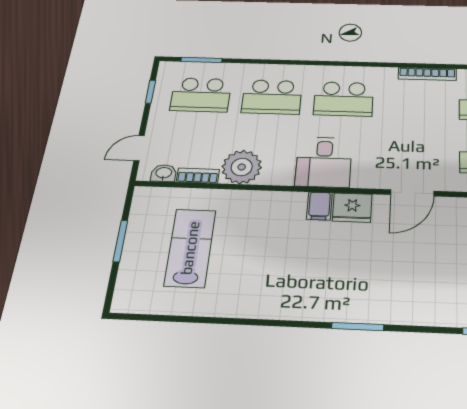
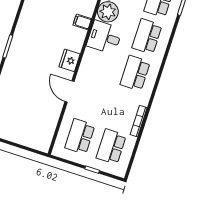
desk: (324, 162) -> (104, 37), moved
filing cabinet: (319, 206) -> (82, 22), moved

